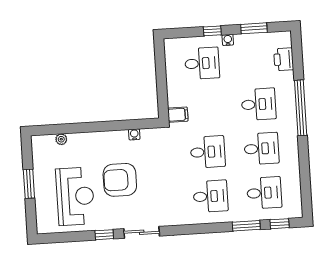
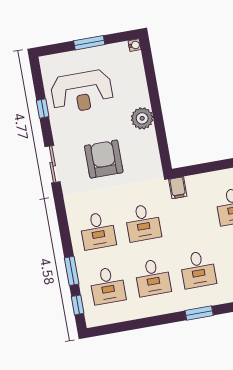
window: (301, 108) -> (199, 313), width x0.47
water cooler: (134, 134) -> (135, 45), moved
plant: (61, 139) -> (142, 118), moved, width x1.87, depth x1.87
armchair: (120, 180) -> (104, 159), moved
window: (104, 235) -> (43, 109), moved

